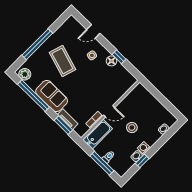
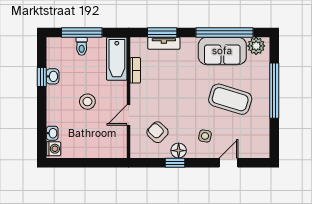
armchair: (113, 80) -> (157, 132), added
sofa: (52, 96) -> (222, 51), moved
door: (109, 111) -> (129, 115), moved
washing machine: (144, 148) -> (53, 149), moved

